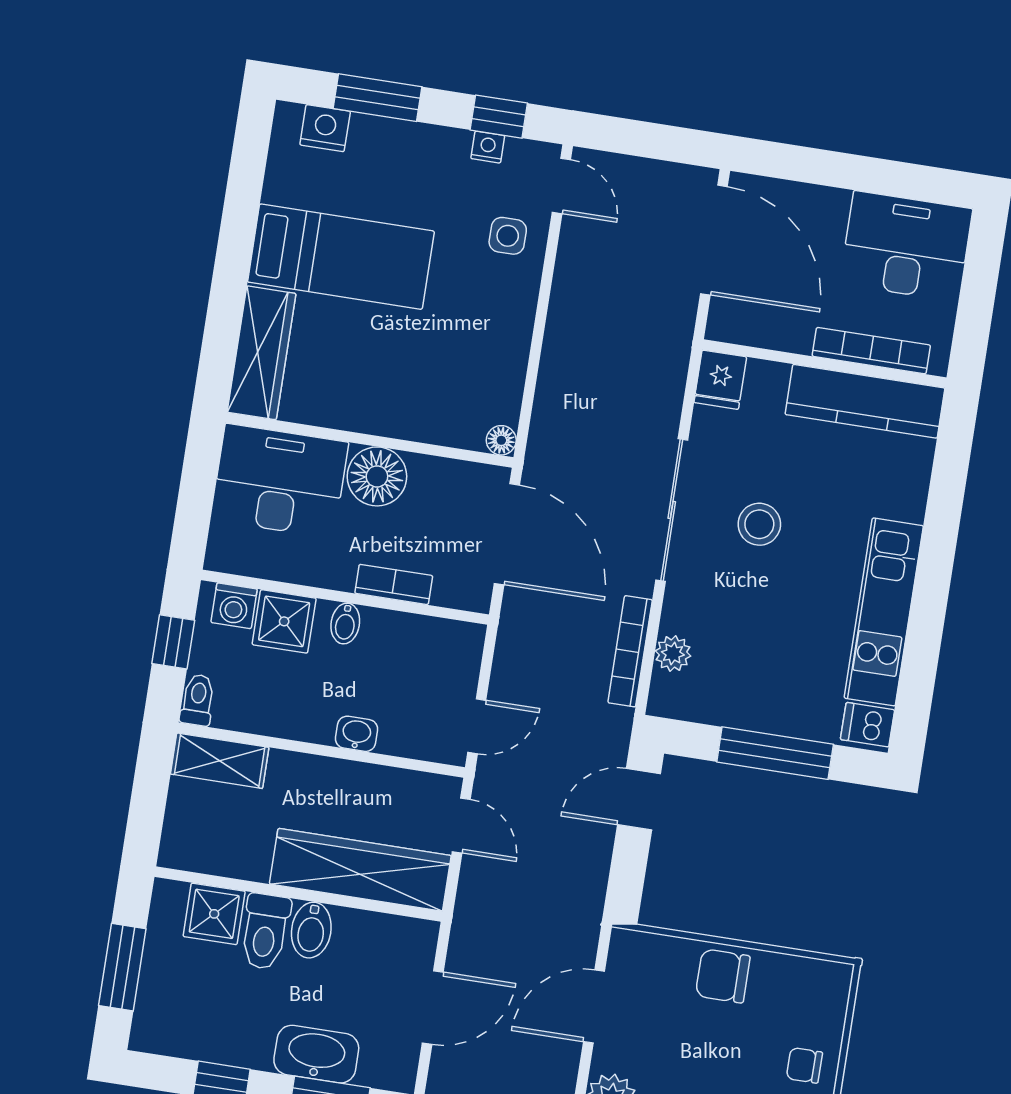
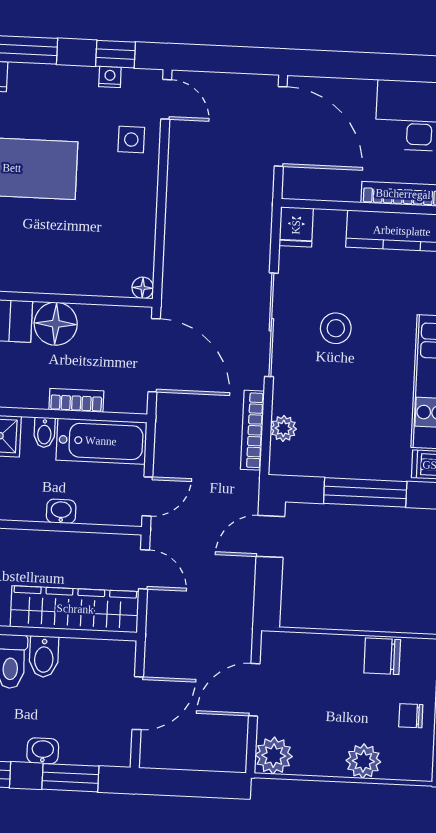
bathtub: (422, 644) -> (101, 441), added
chair: (723, 976) -> (382, 656), moved
washbasin: (316, 1054) -> (43, 751), width x0.52, depth x0.69

